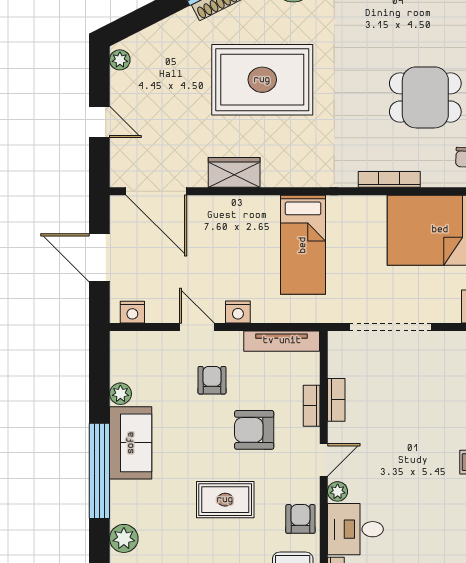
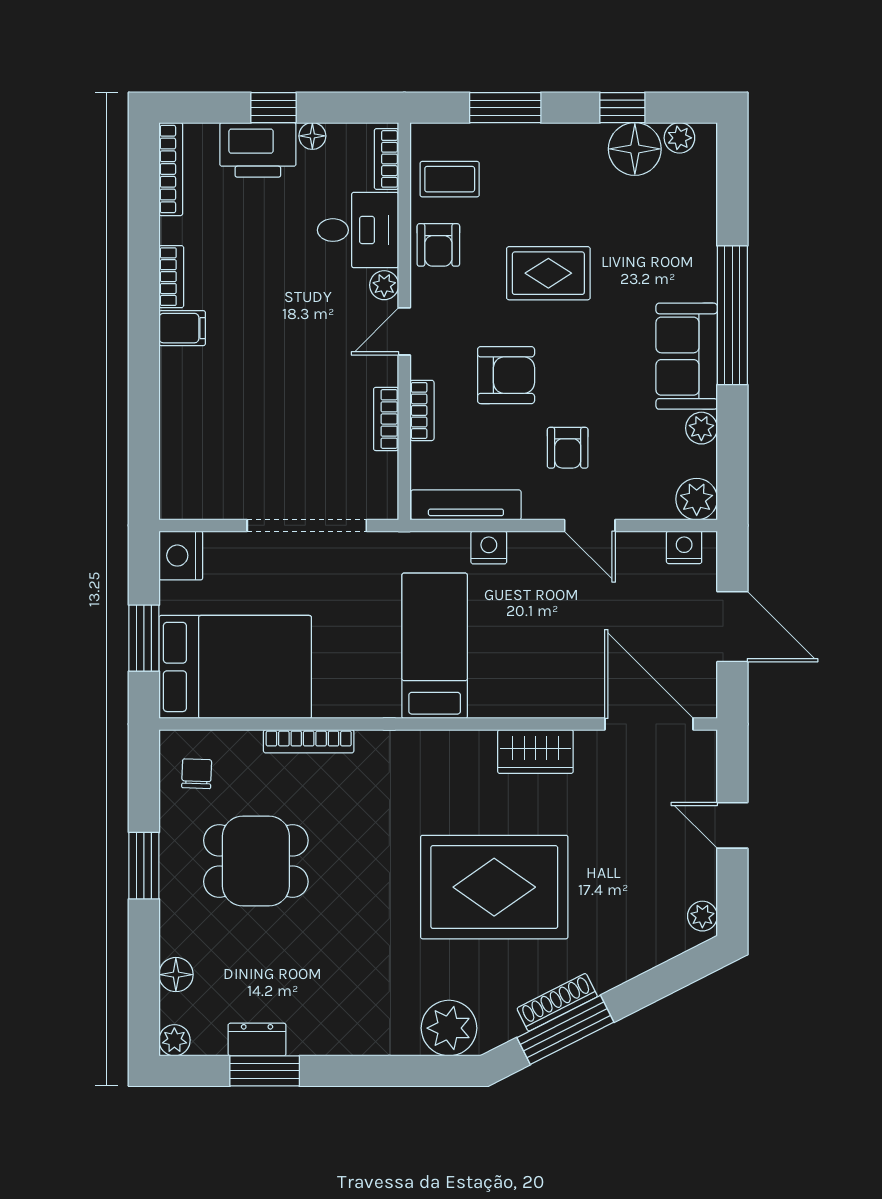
nightstand: (238, 312) -> (489, 547), moved
plant: (124, 538) -> (697, 499), moved

